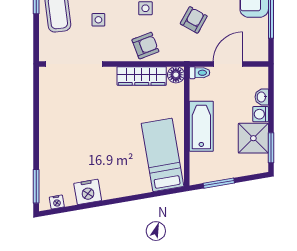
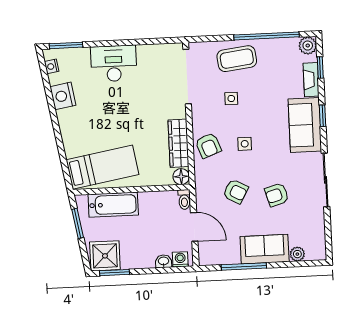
washing machine: (261, 114) -> (180, 259), moved
bathtub: (201, 126) -> (113, 205), moved
desk: (57, 138) -> (114, 63), added
shower: (253, 138) -> (105, 256), moved

